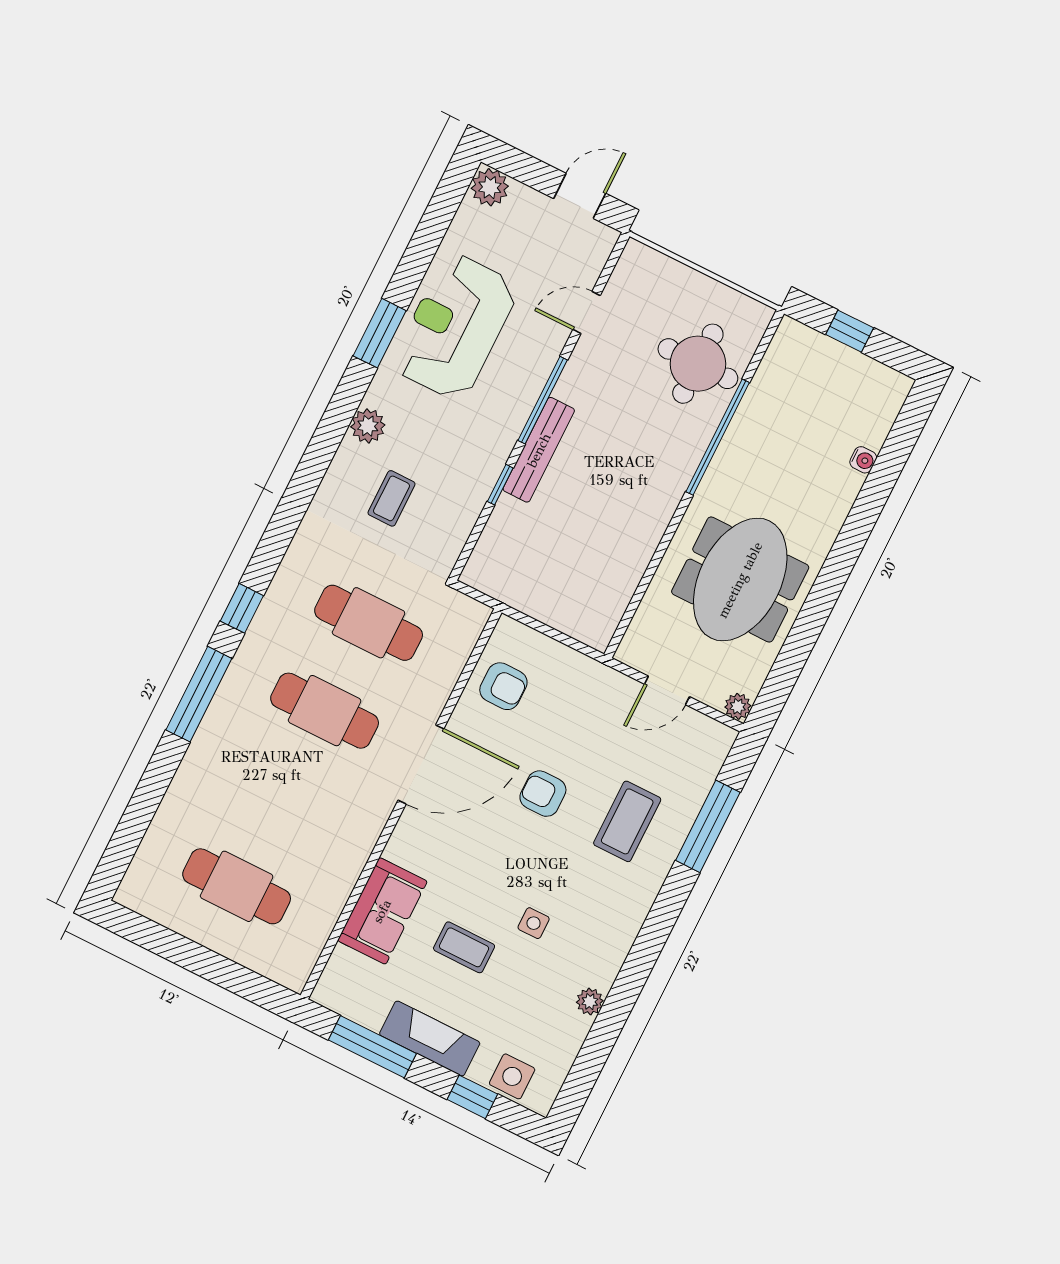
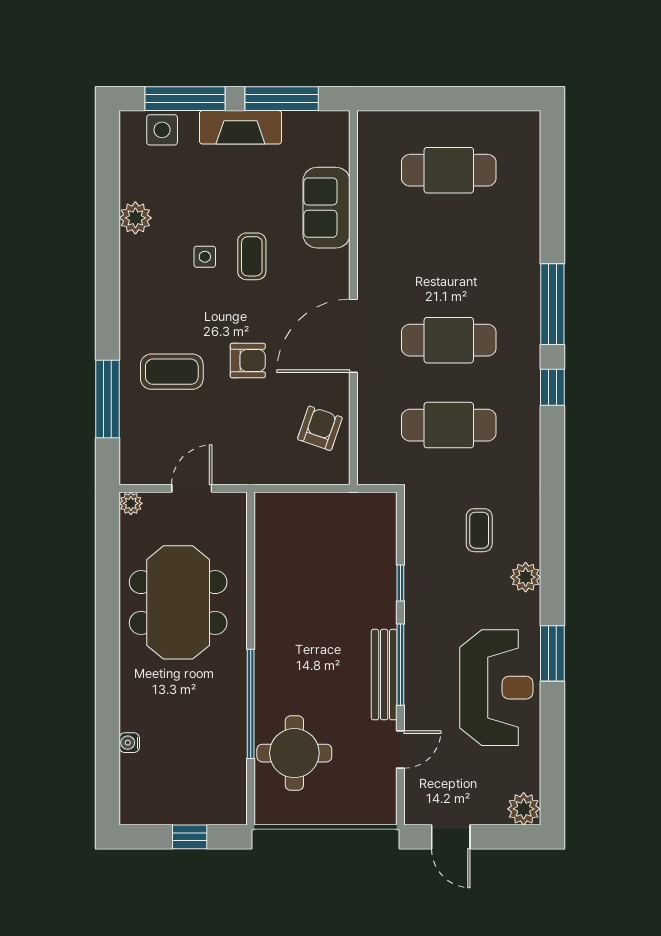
door: (580, 196) -> (451, 837), hinge flipped
bench: (539, 450) -> (384, 675), moved
armchair: (503, 686) -> (320, 428), turned 109
coffee table: (627, 821) -> (172, 372), turned 90
coffee table: (464, 947) -> (252, 256), moved, turned 90
plant: (590, 1002) -> (135, 218), width x1.38, depth x1.38
window: (472, 1097) -> (185, 99), width x2.17

